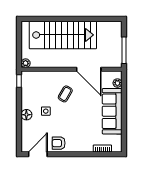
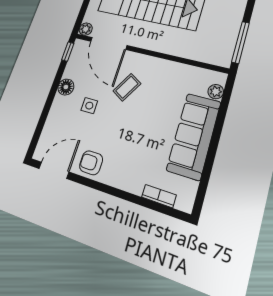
door: (89, 69) -> (109, 43), moved
floor lamp: (26, 115) -> (66, 87), moved

